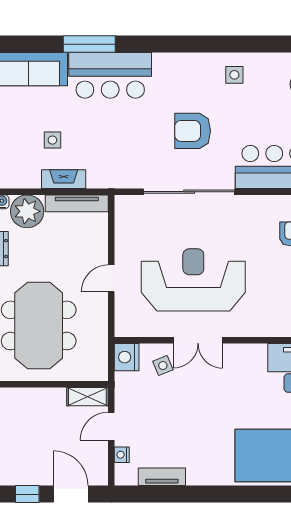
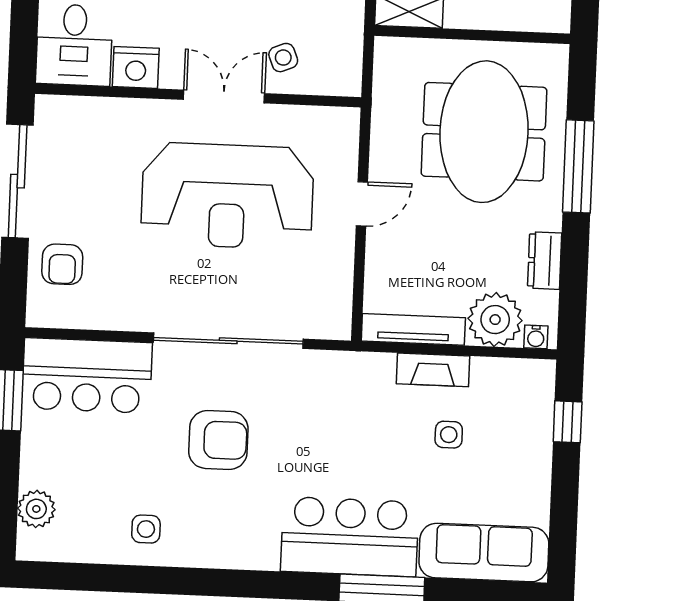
nightstand: (127, 357) -> (136, 67), moved, turned 90

